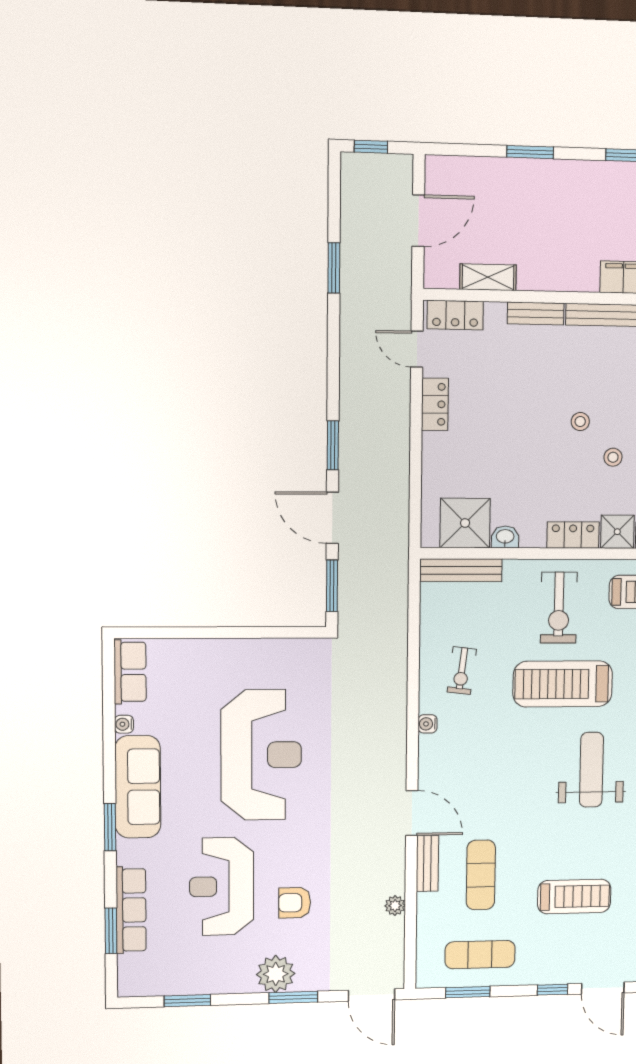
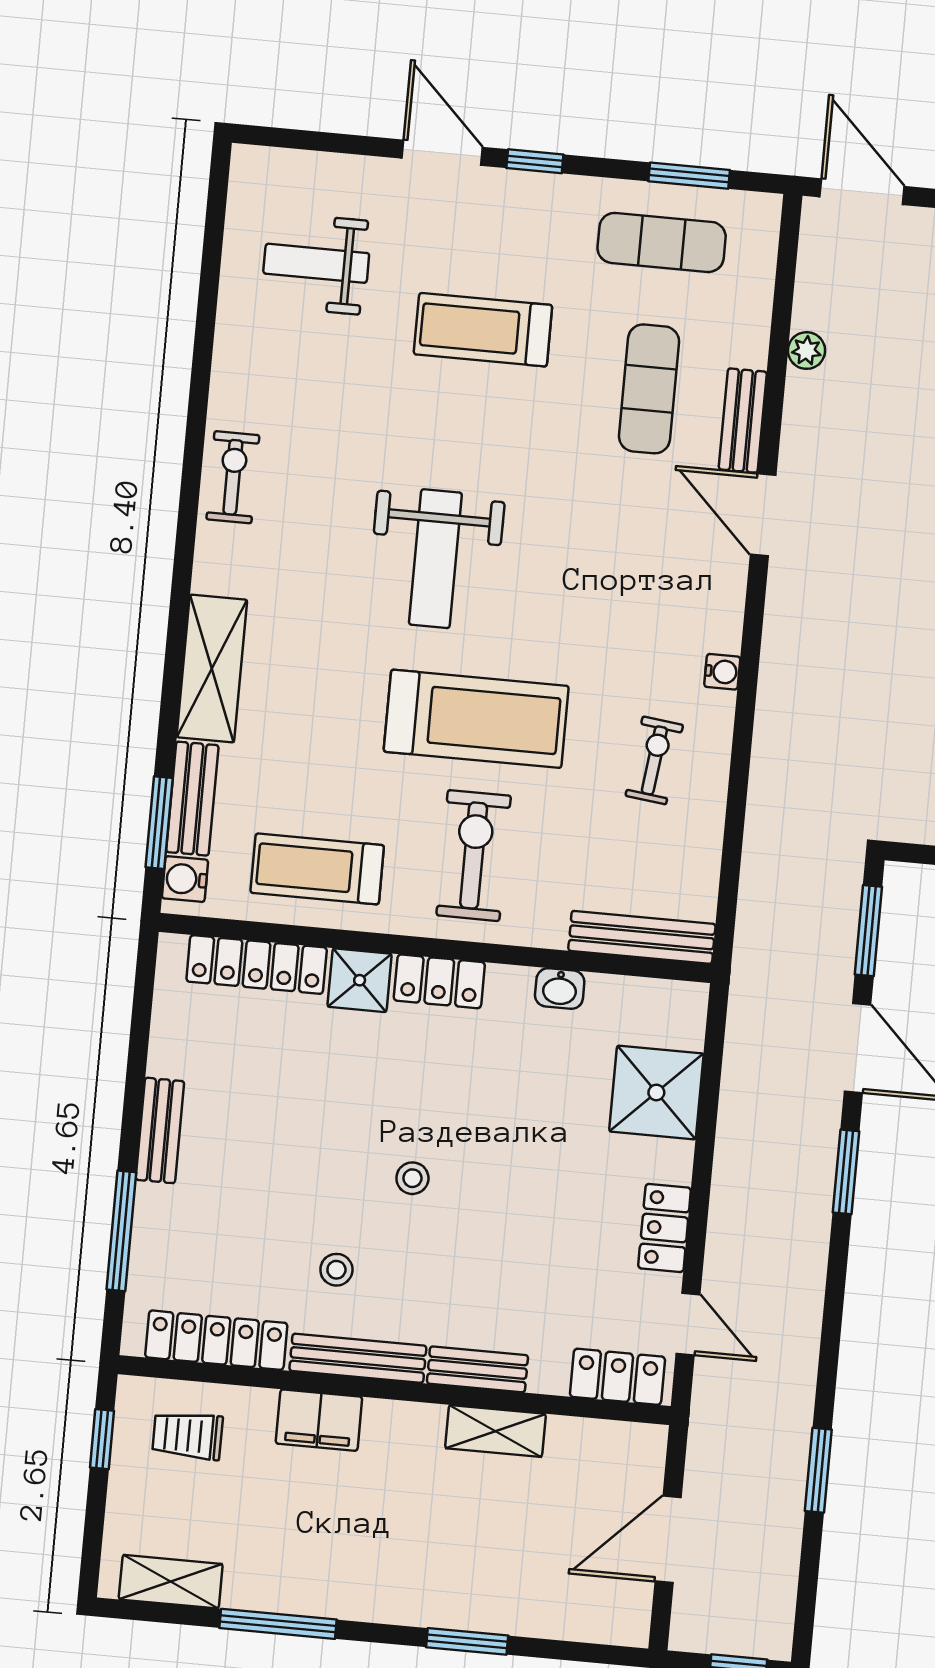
shelving: (488, 277) -> (495, 1431), moved
stool: (613, 457) -> (336, 1270), moved
shower: (465, 523) -> (656, 1092), moved

